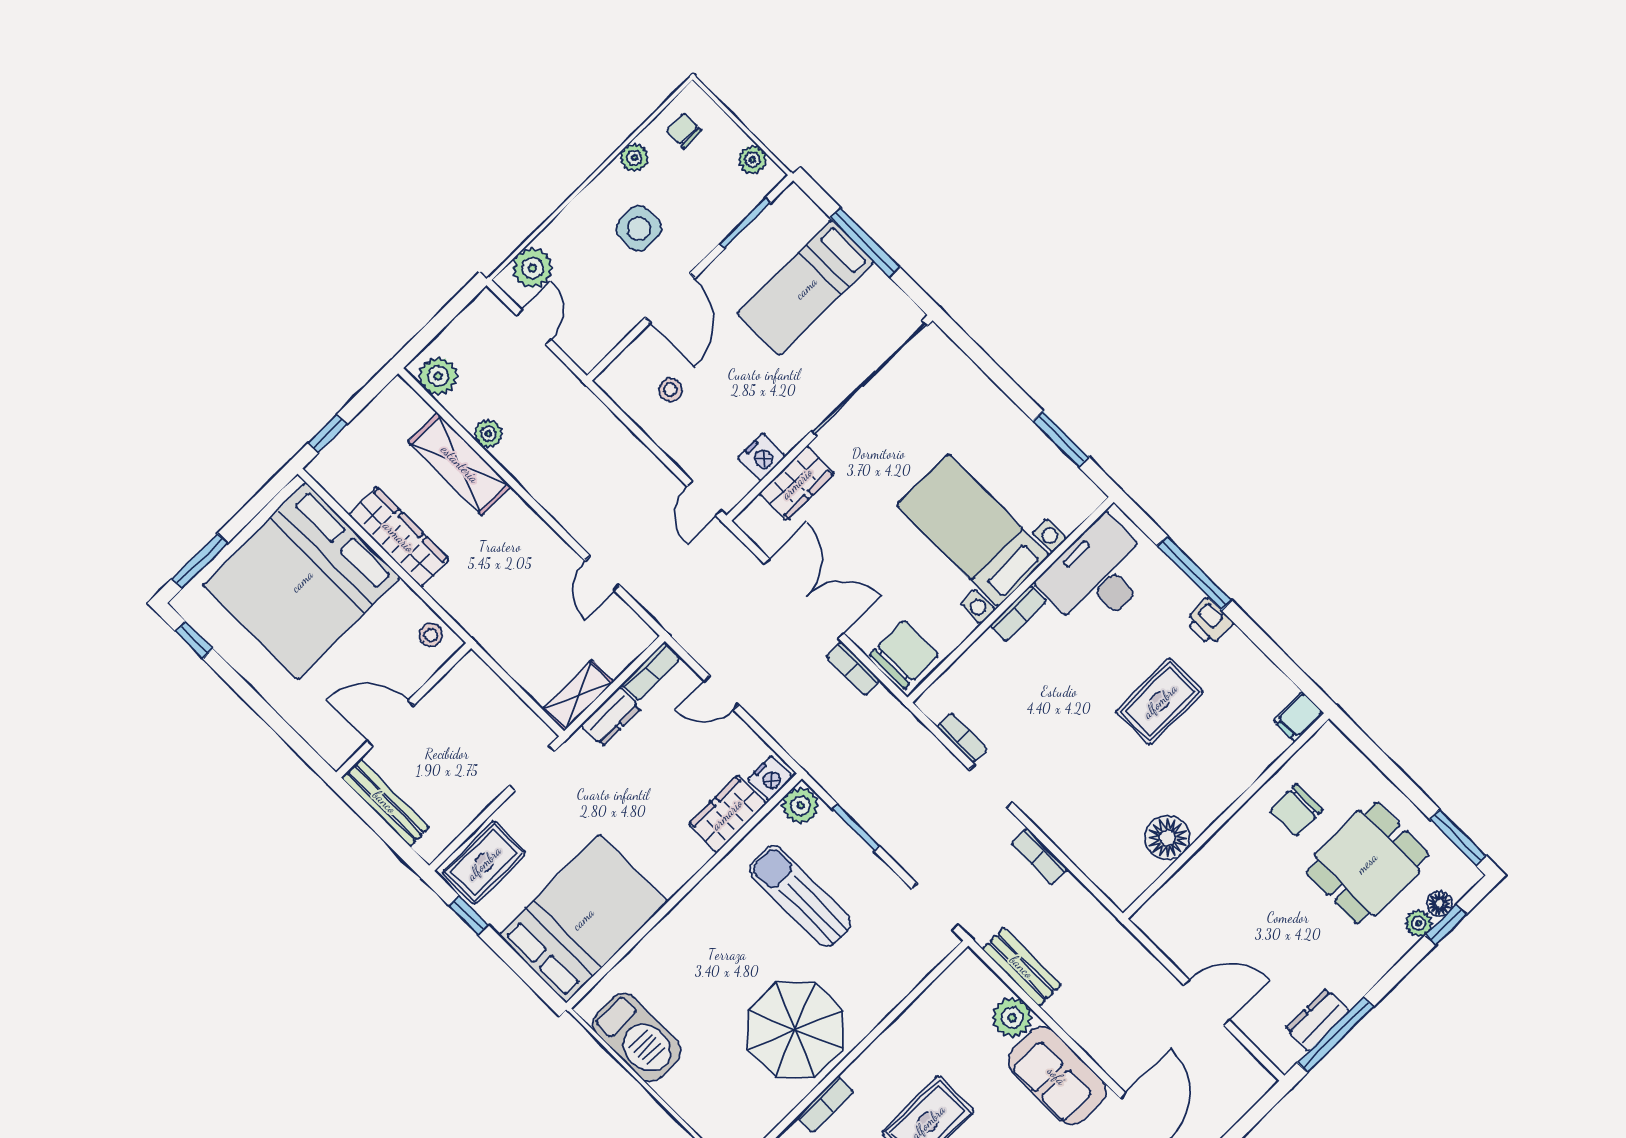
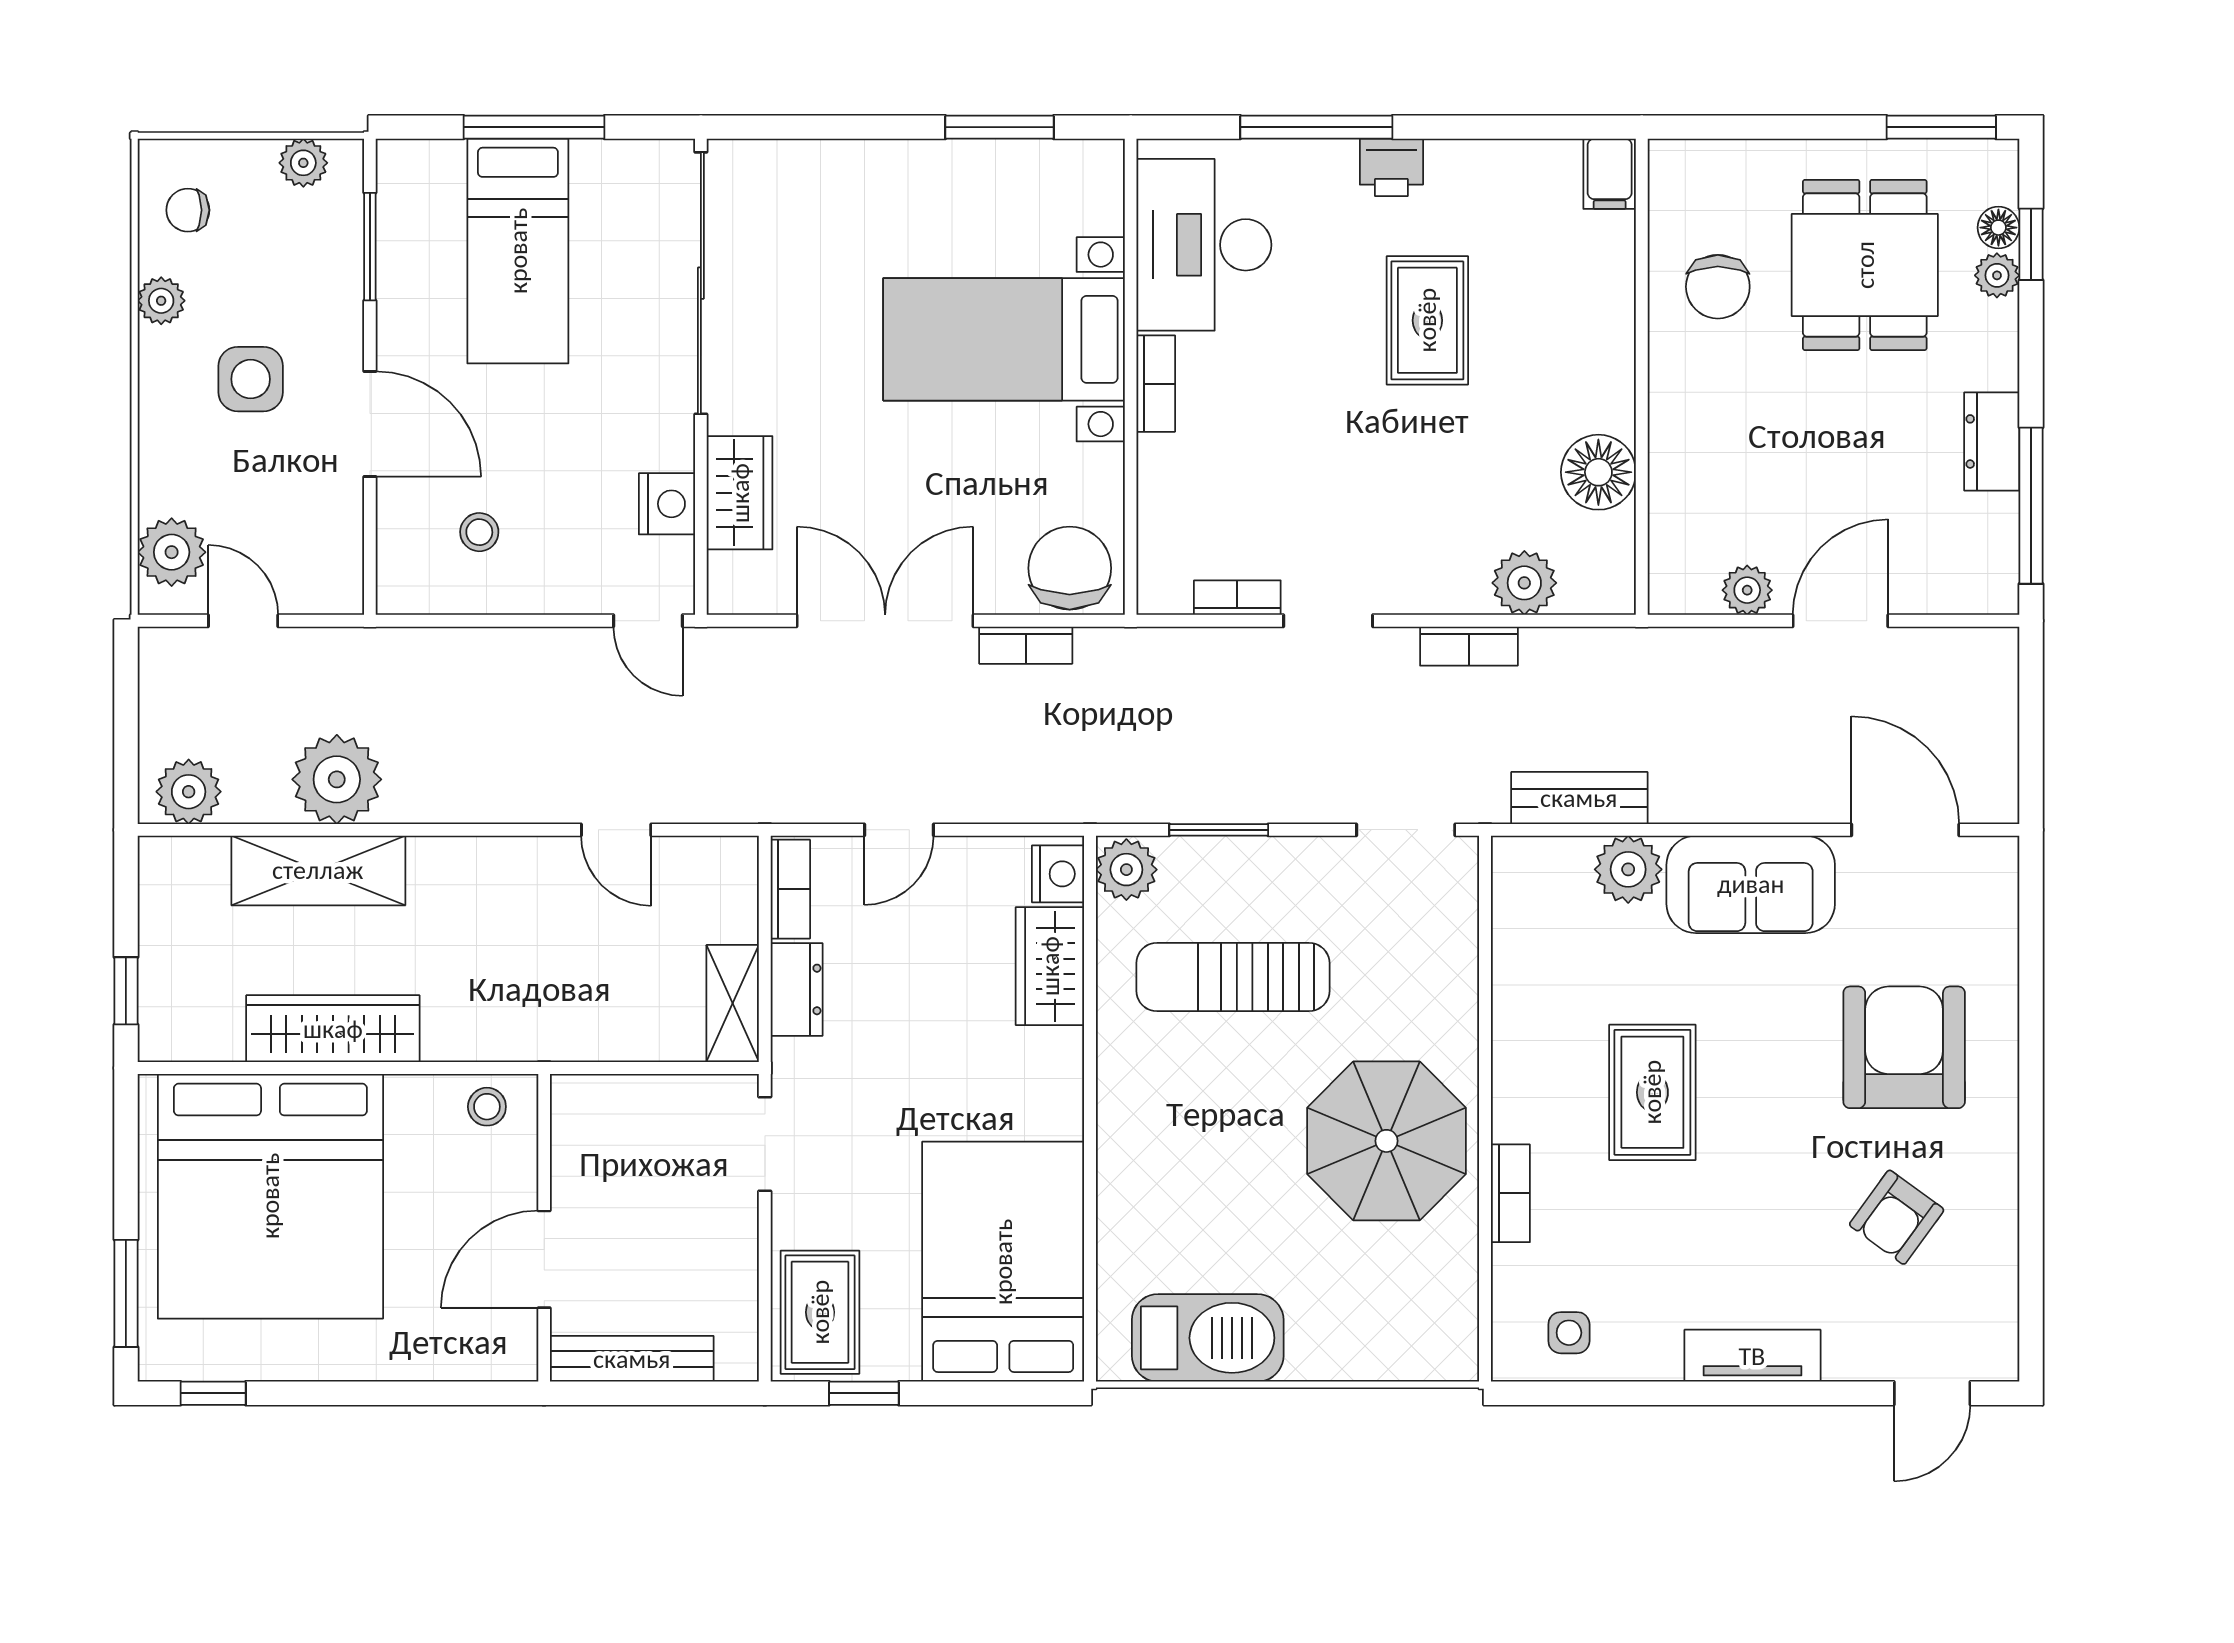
plant: (488, 434) -> (337, 779), width x1.87, depth x1.87
plant: (1089, 853) -> (1524, 583), added
plant: (1180, 950) -> (1747, 590), added
dresser: (1317, 1020) -> (1992, 441), moved

